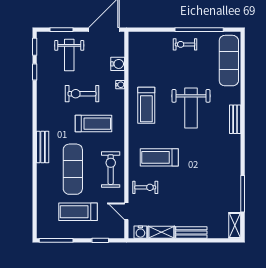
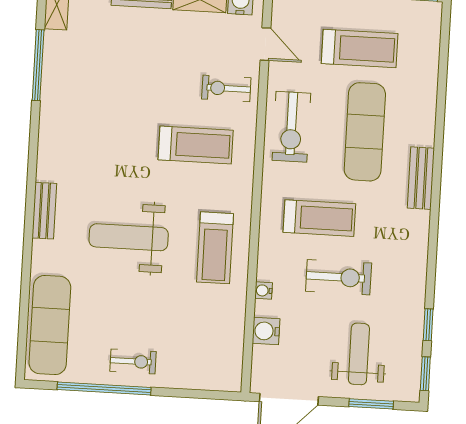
treadmill: (146, 105) -> (215, 248), turned 180
weight bench: (191, 108) -> (129, 237), turned -90
treadmill: (94, 124) -> (319, 218), turned 180

